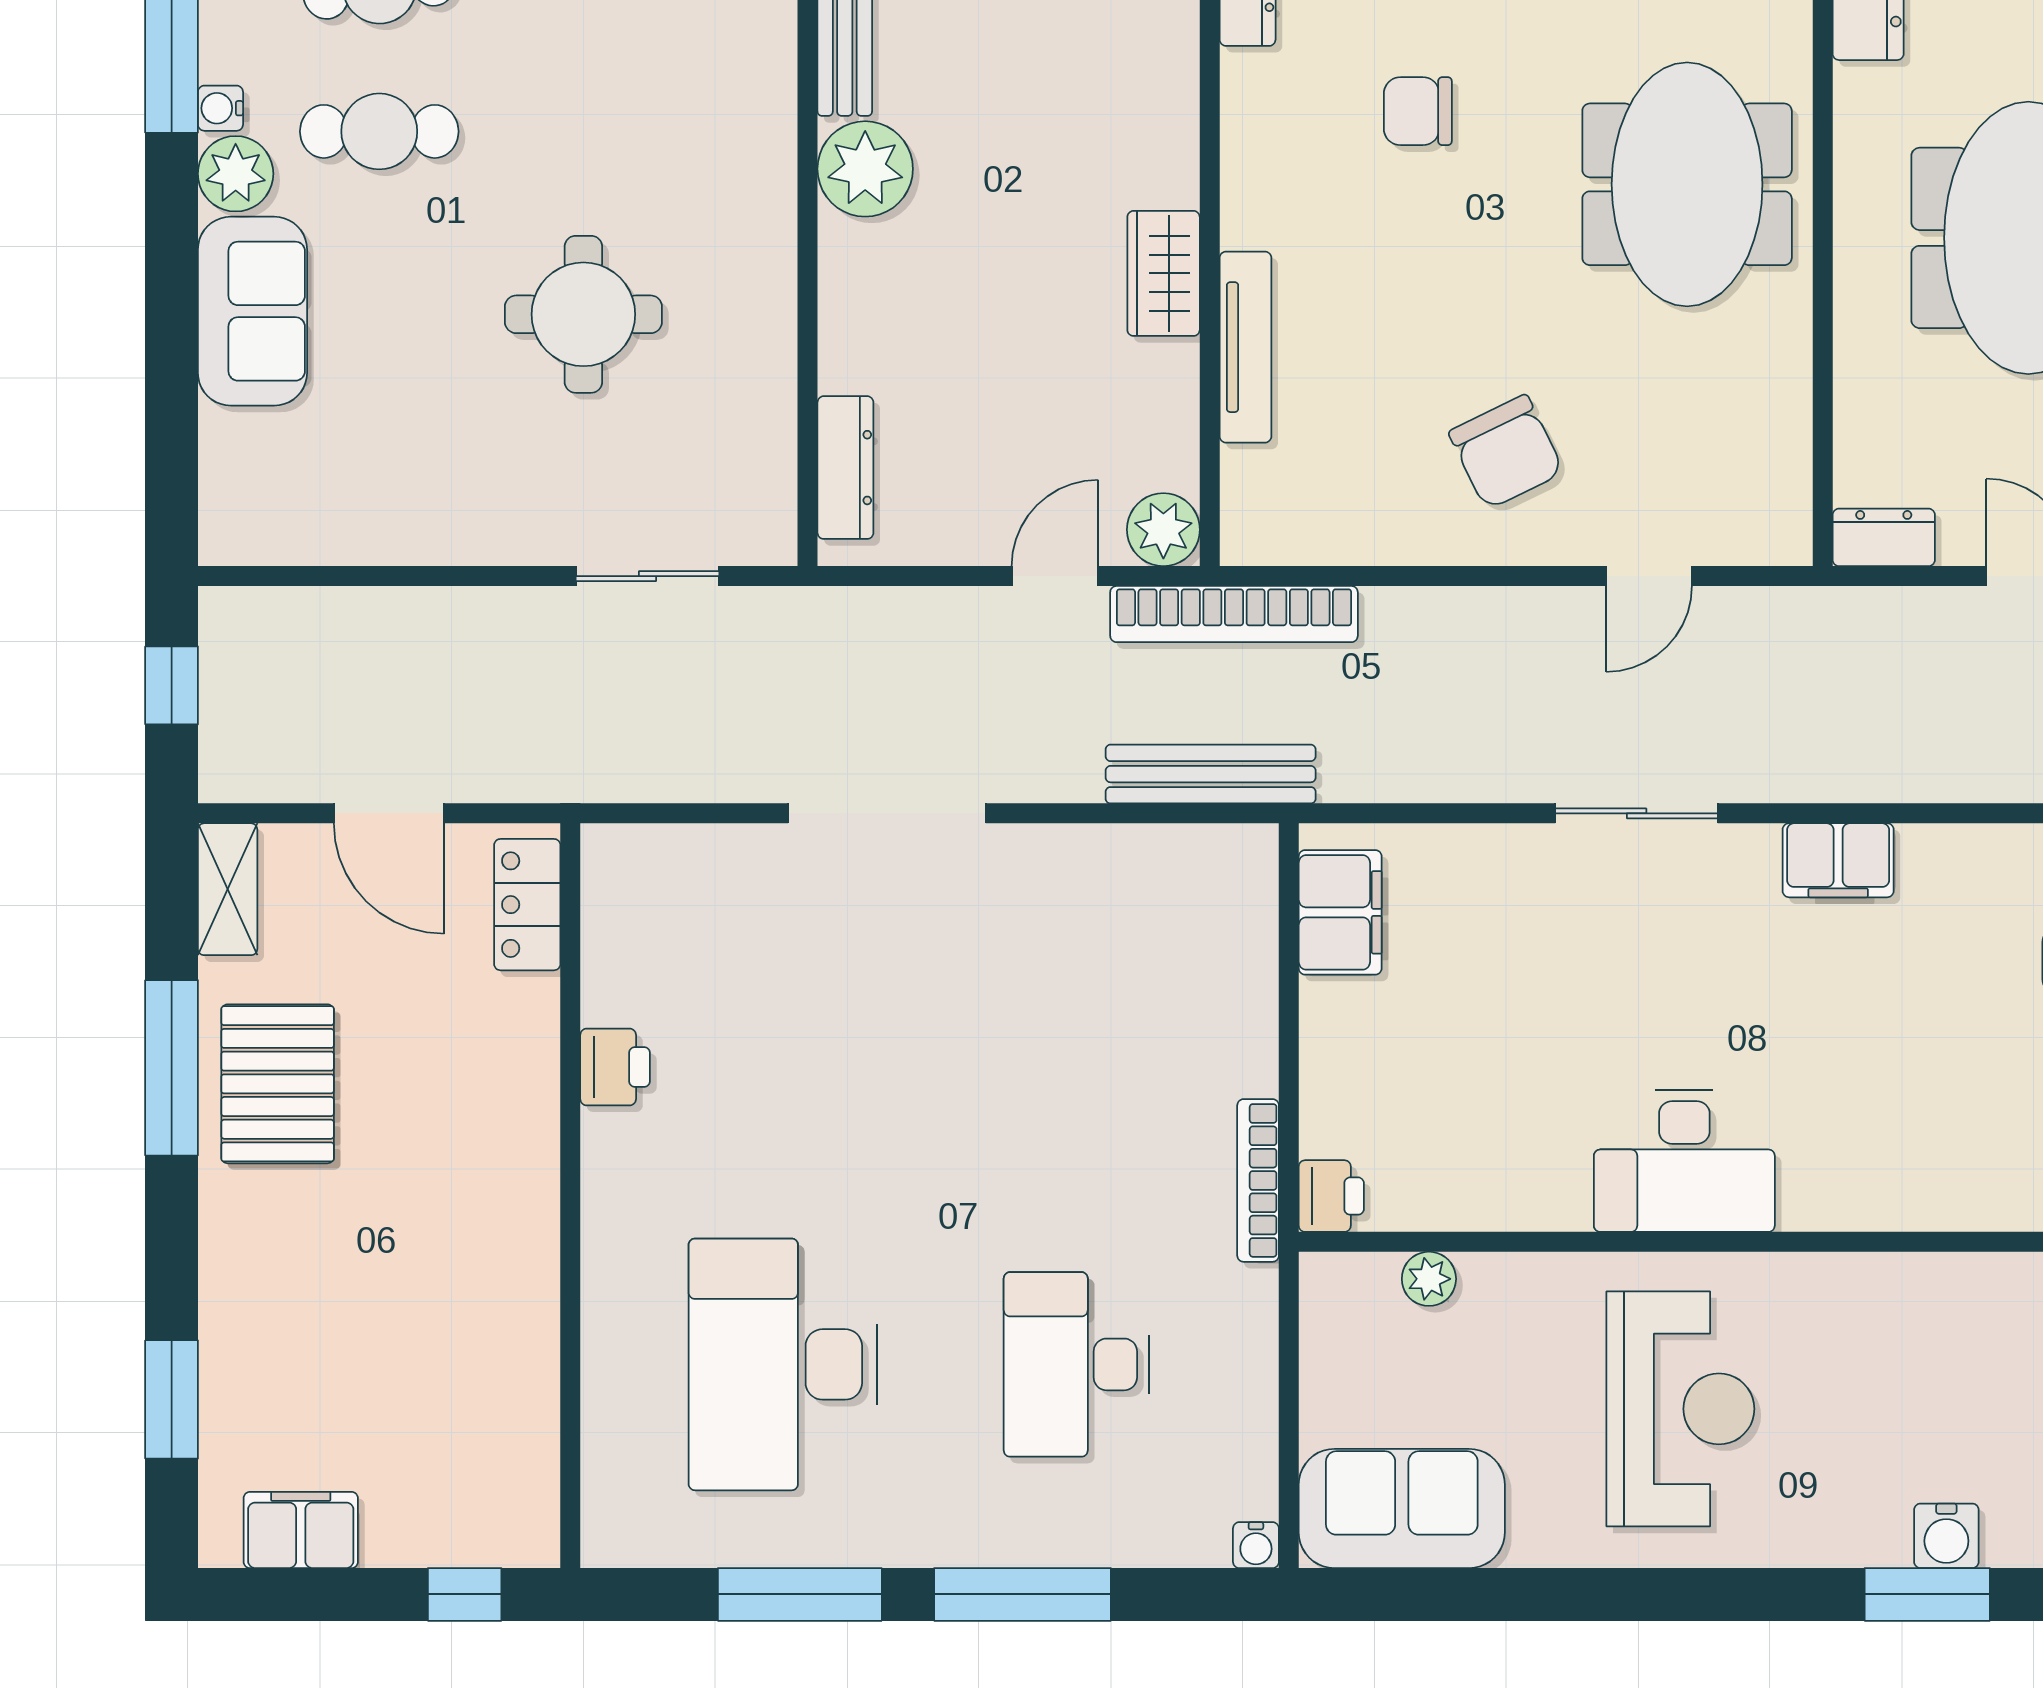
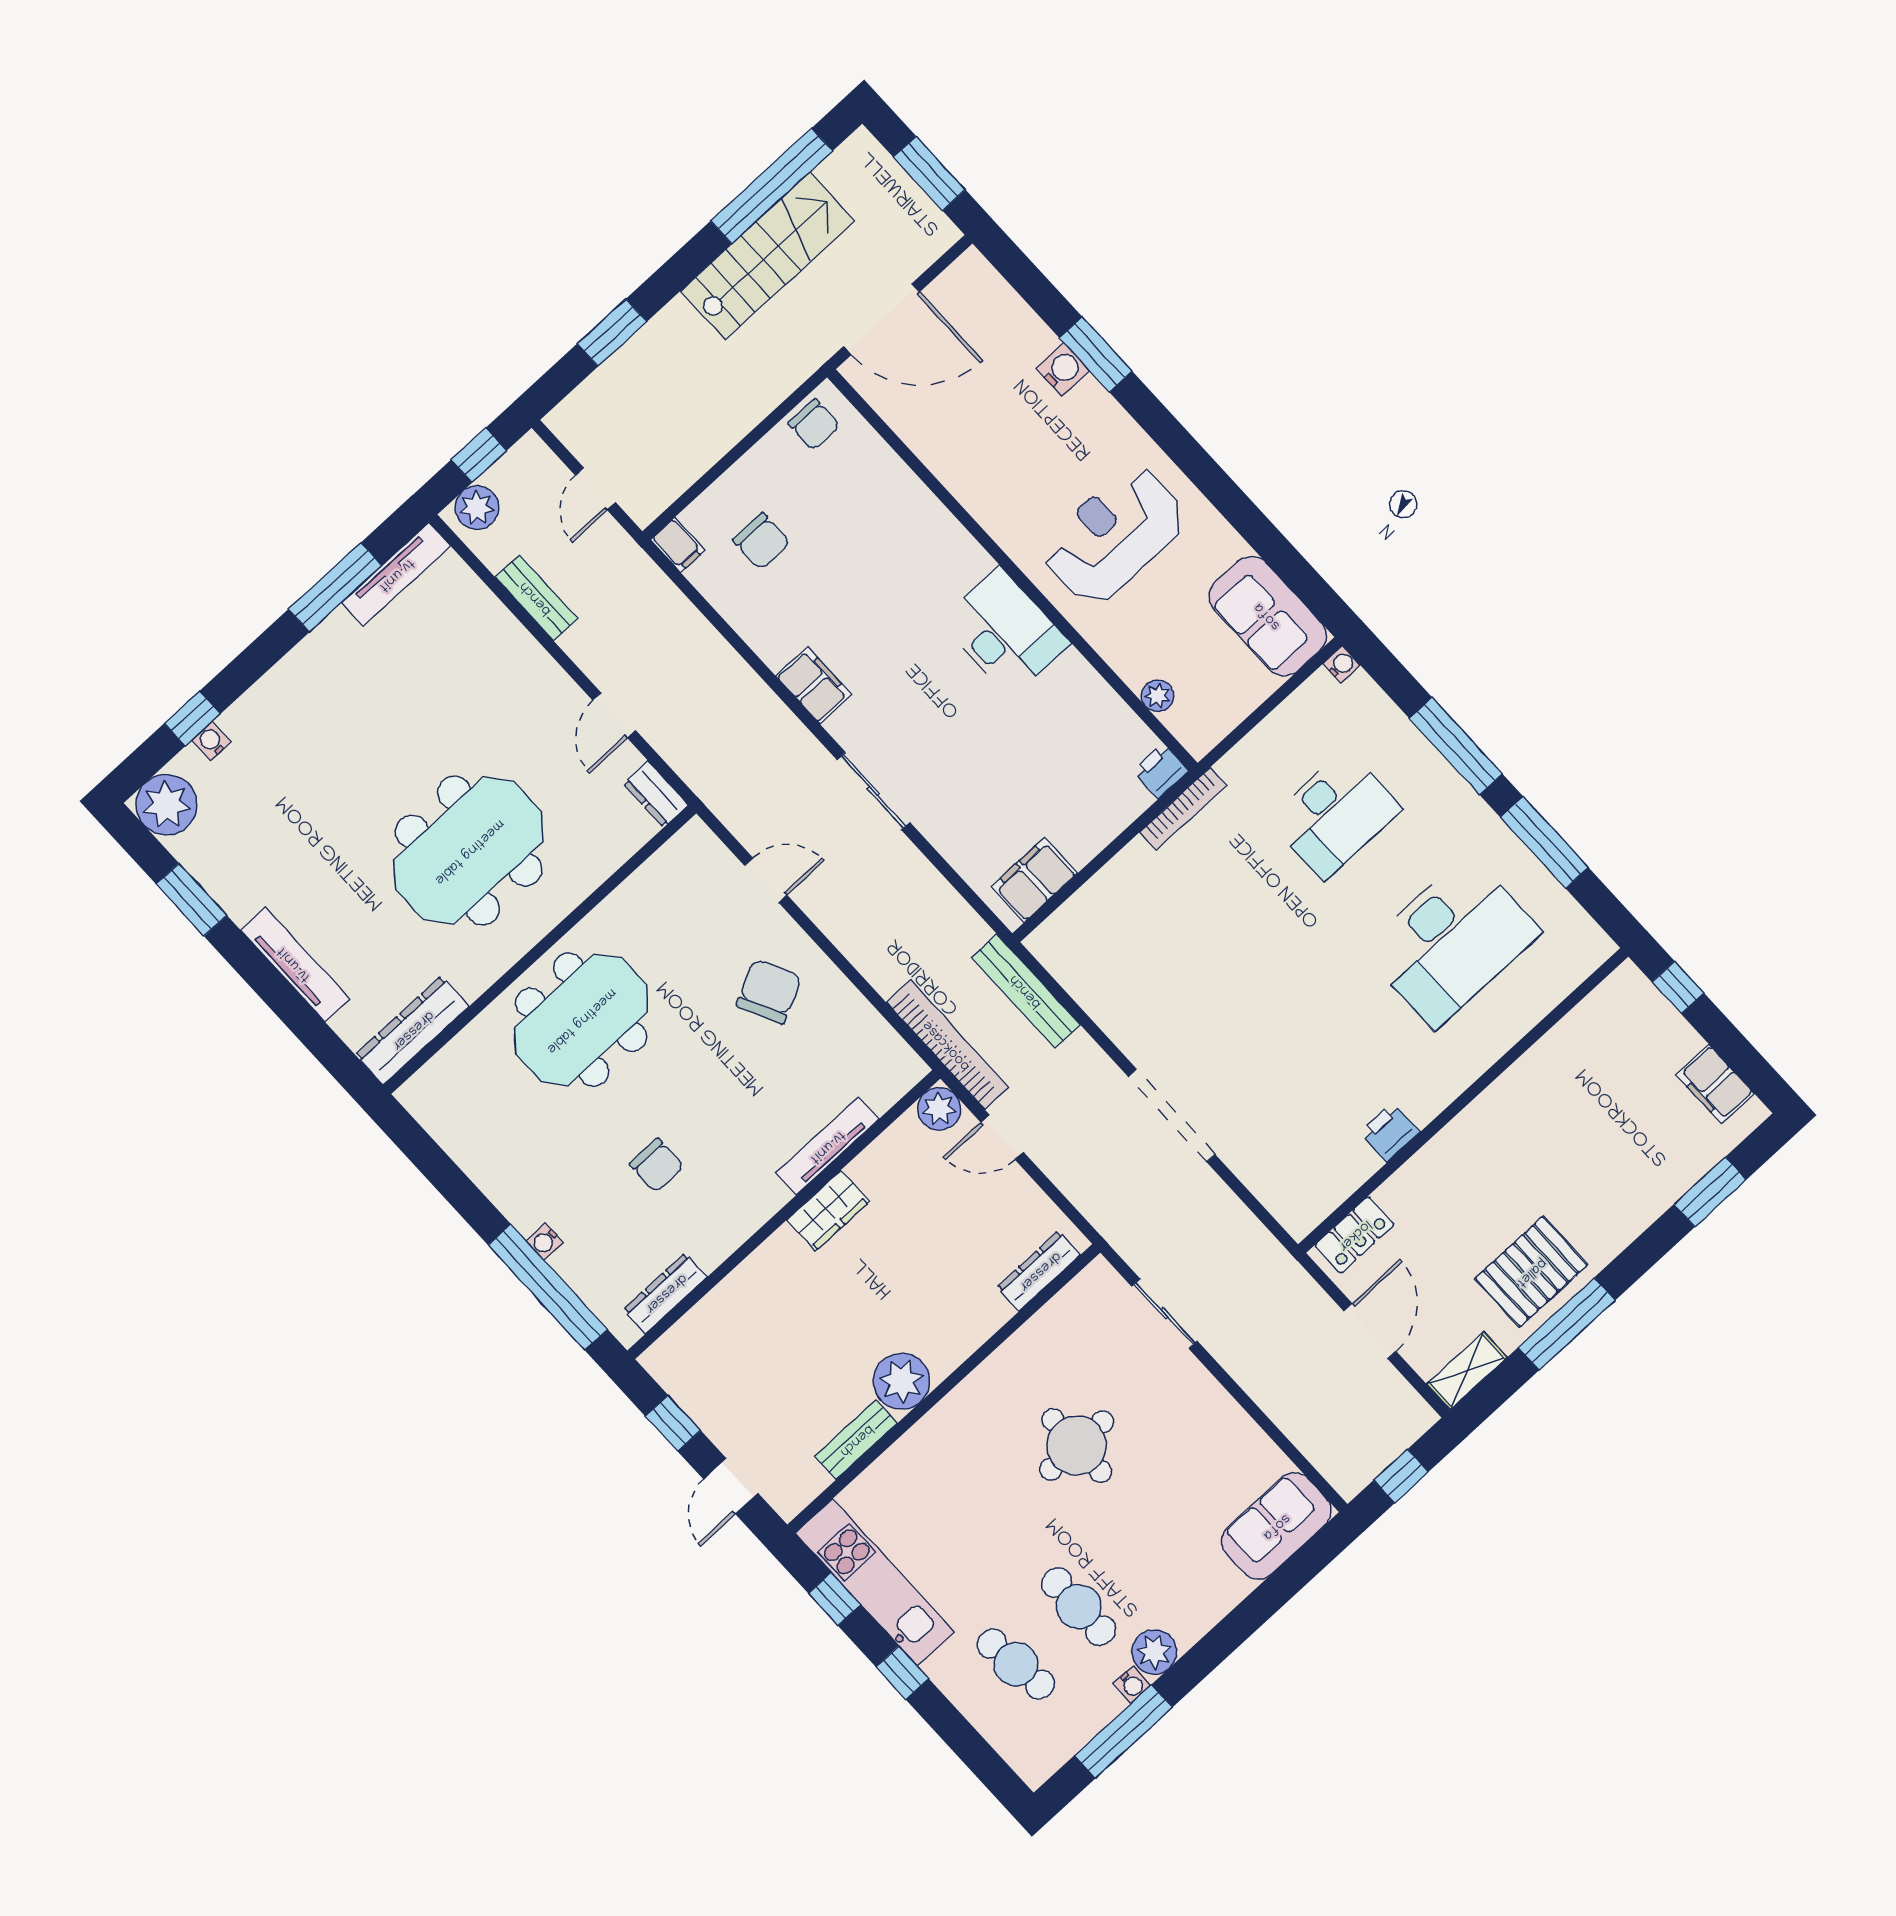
sofa: (252, 311) -> (1276, 1526), moved

